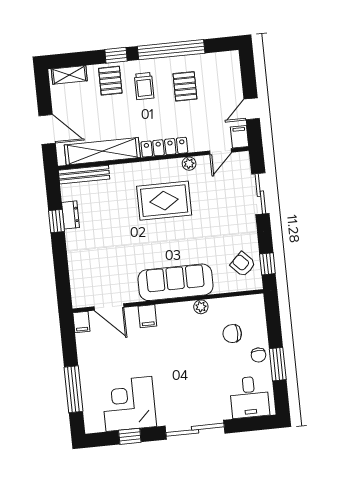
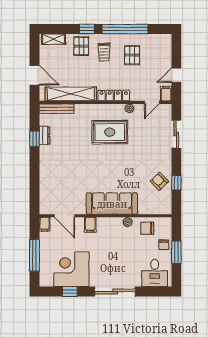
sofa: (176, 282) -> (112, 204), moved
wall: (168, 301) -> (105, 216), moved
door: (109, 307) -> (65, 216), moved
plant: (201, 307) -> (128, 222), moved
filing cabinet: (147, 316) -> (90, 225), moved
filing cabinet: (81, 322) -> (45, 224), moved

